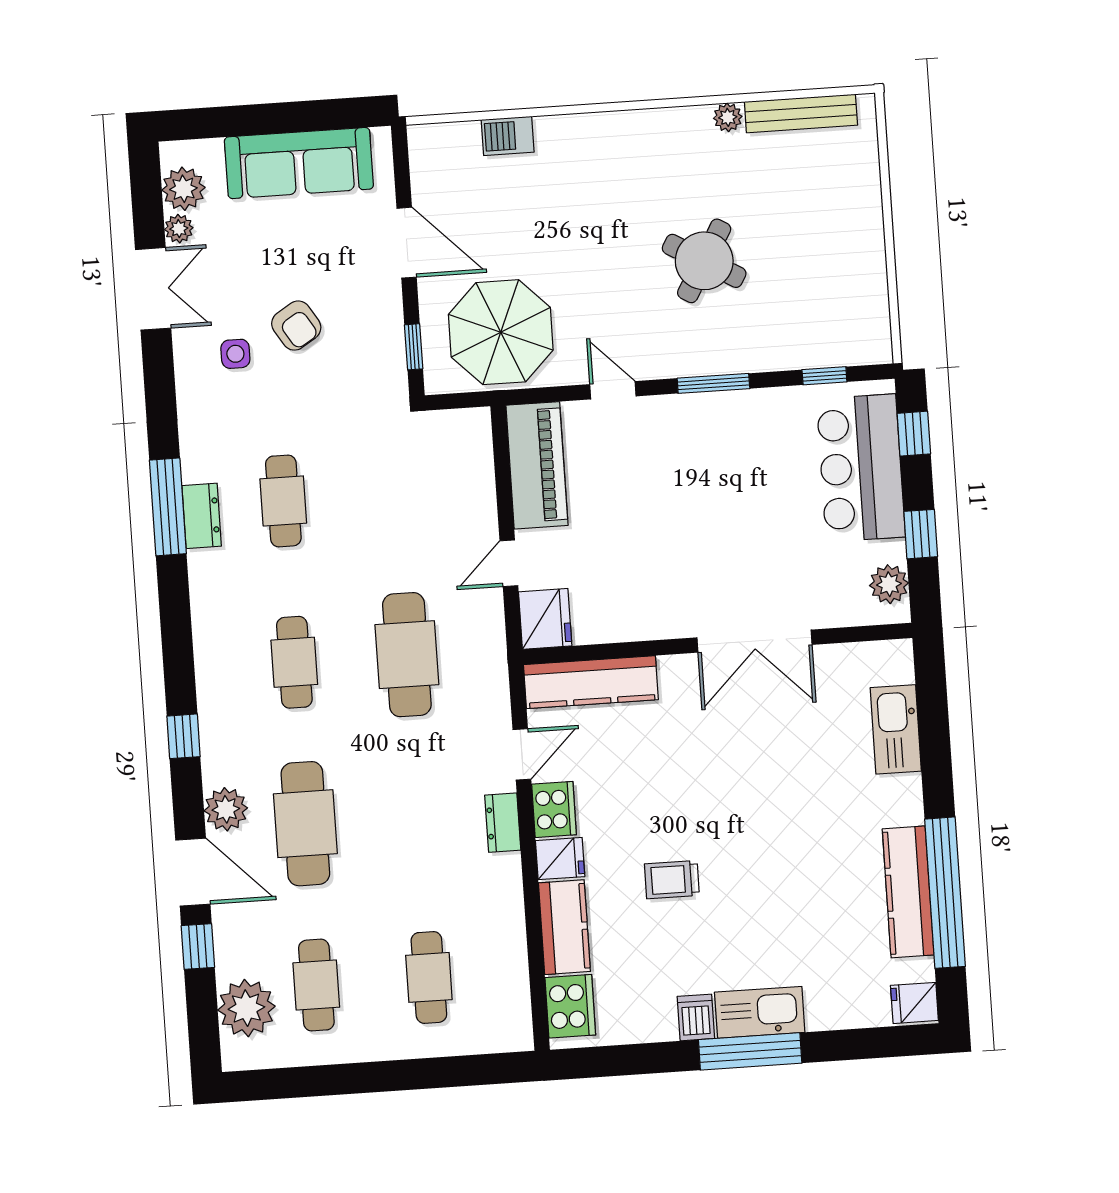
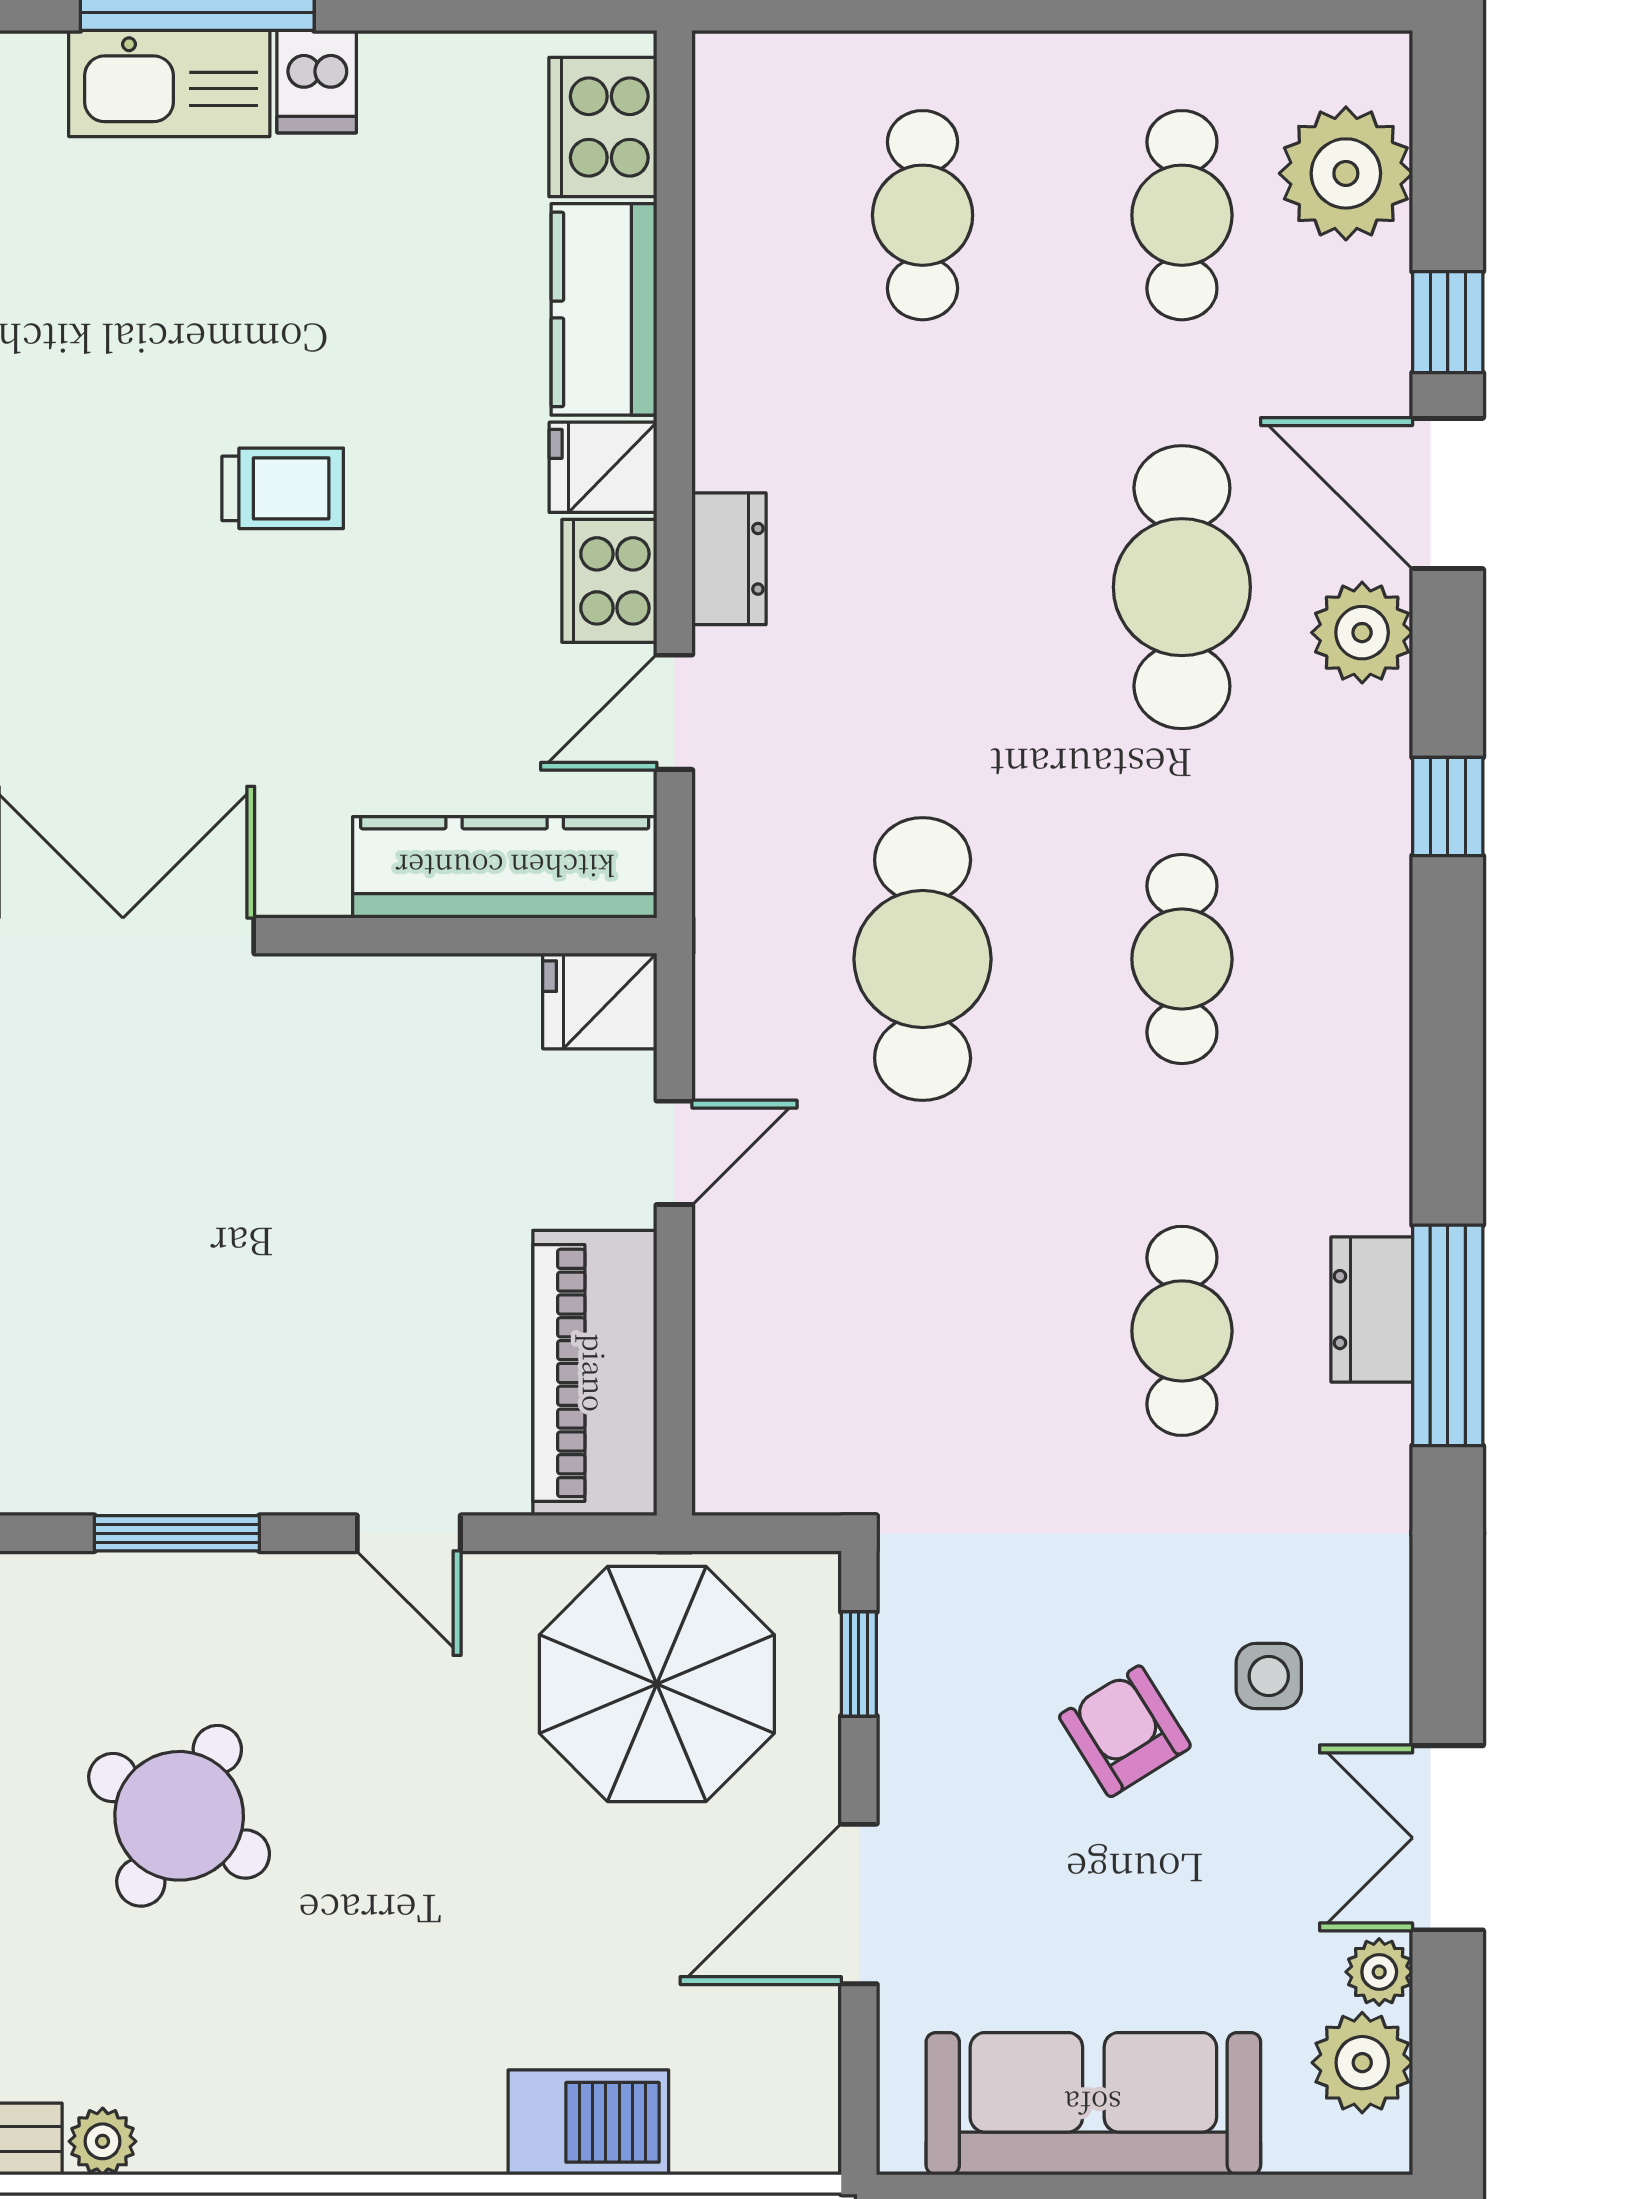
barbecue: (508, 136) -> (588, 2122), width x1.38, depth x1.27
door: (407, 243) -> (859, 1904), hinge flipped
fridge: (545, 619) -> (600, 1001), width x0.72
trolley: (672, 880) -> (283, 488), moved

